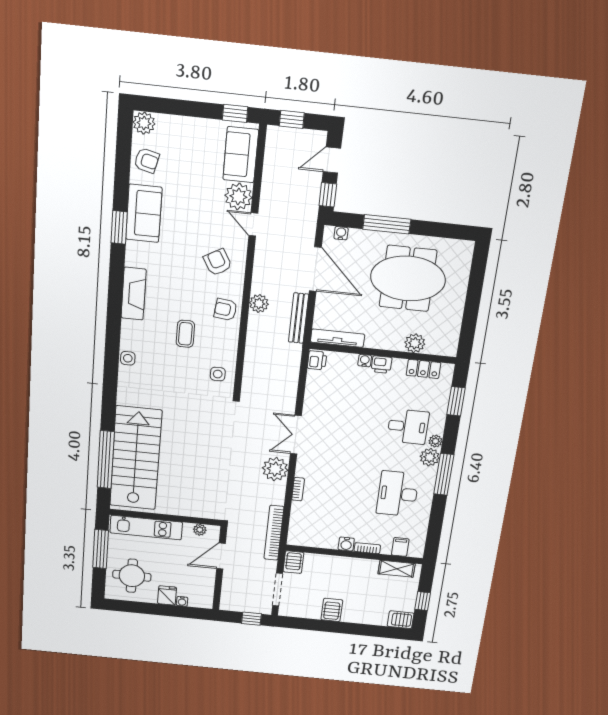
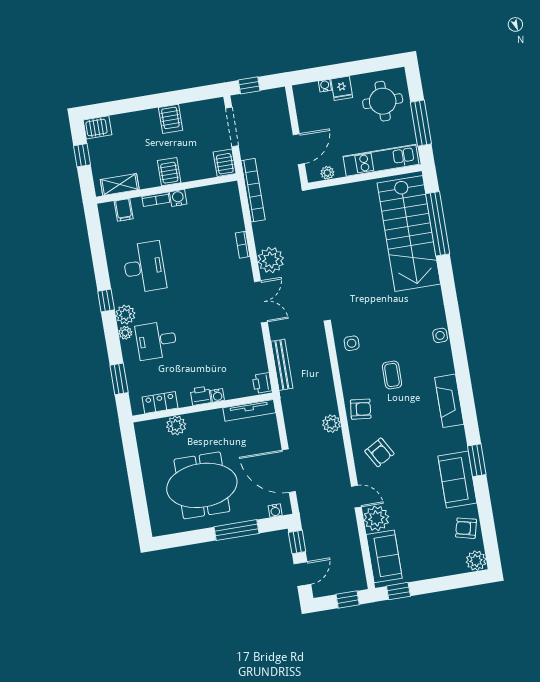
bench: (299, 318) -> (282, 365), moved
window: (444, 474) -> (106, 300), width x0.46
server rack: (347, 568) -> (169, 172), added

